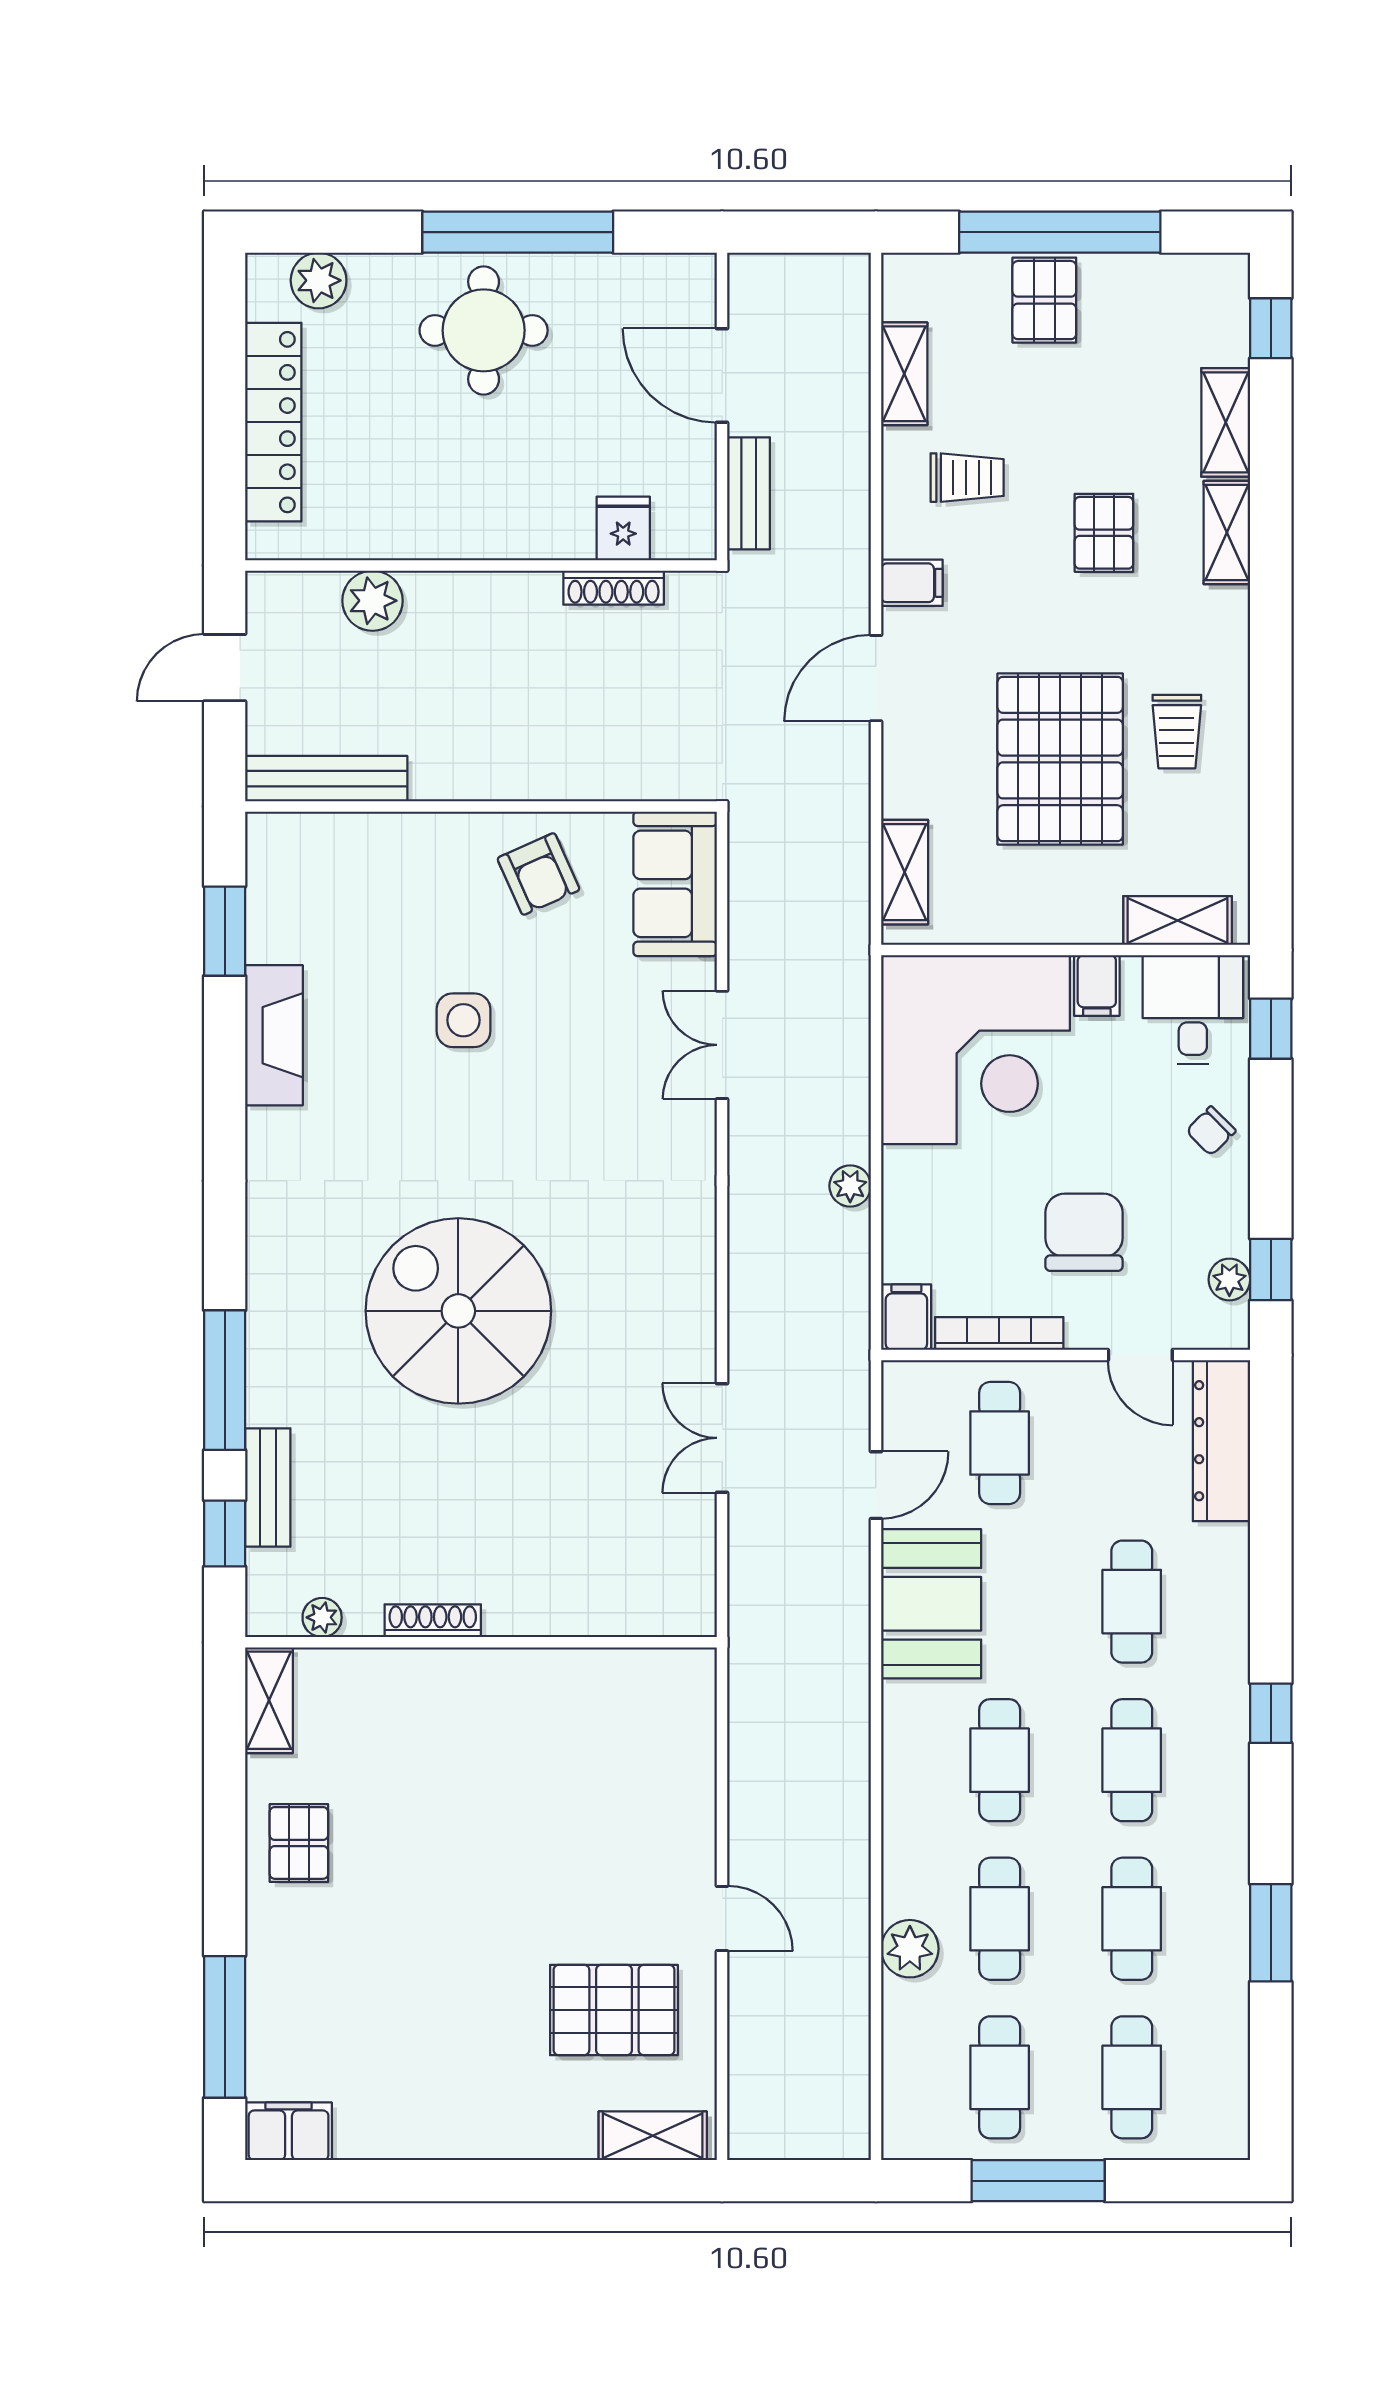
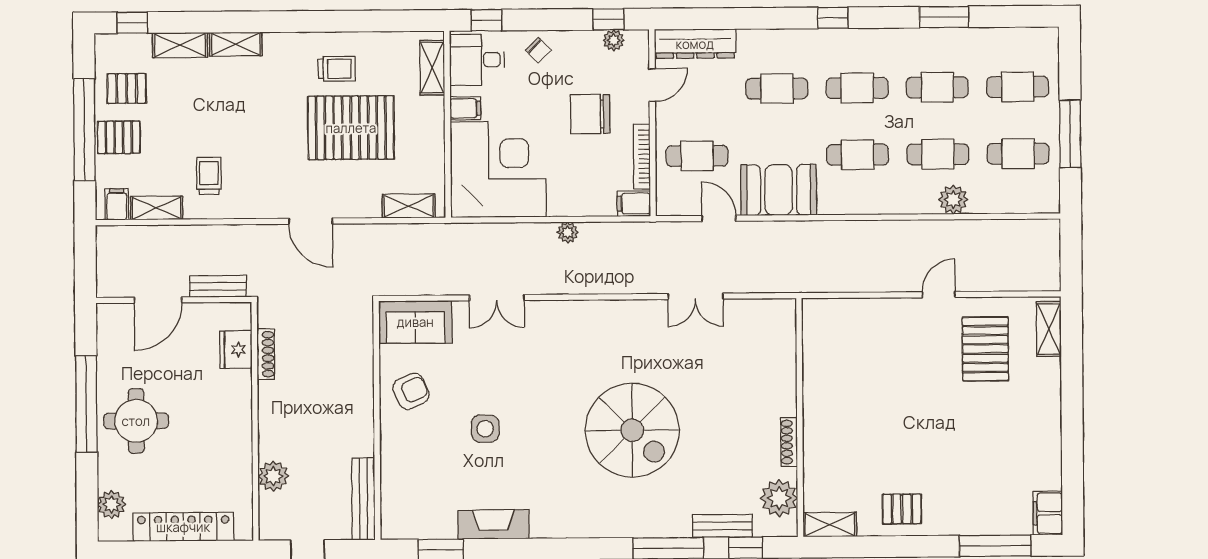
fridge: (623, 528) -> (236, 350), width x1.38
pallet: (1104, 533) -> (127, 89), moved
filing cabinet: (912, 583) -> (117, 204), moved
spiral stairs: (458, 1311) -> (632, 430), turned -90
plant: (322, 1617) -> (779, 498), width x1.87, depth x1.87

